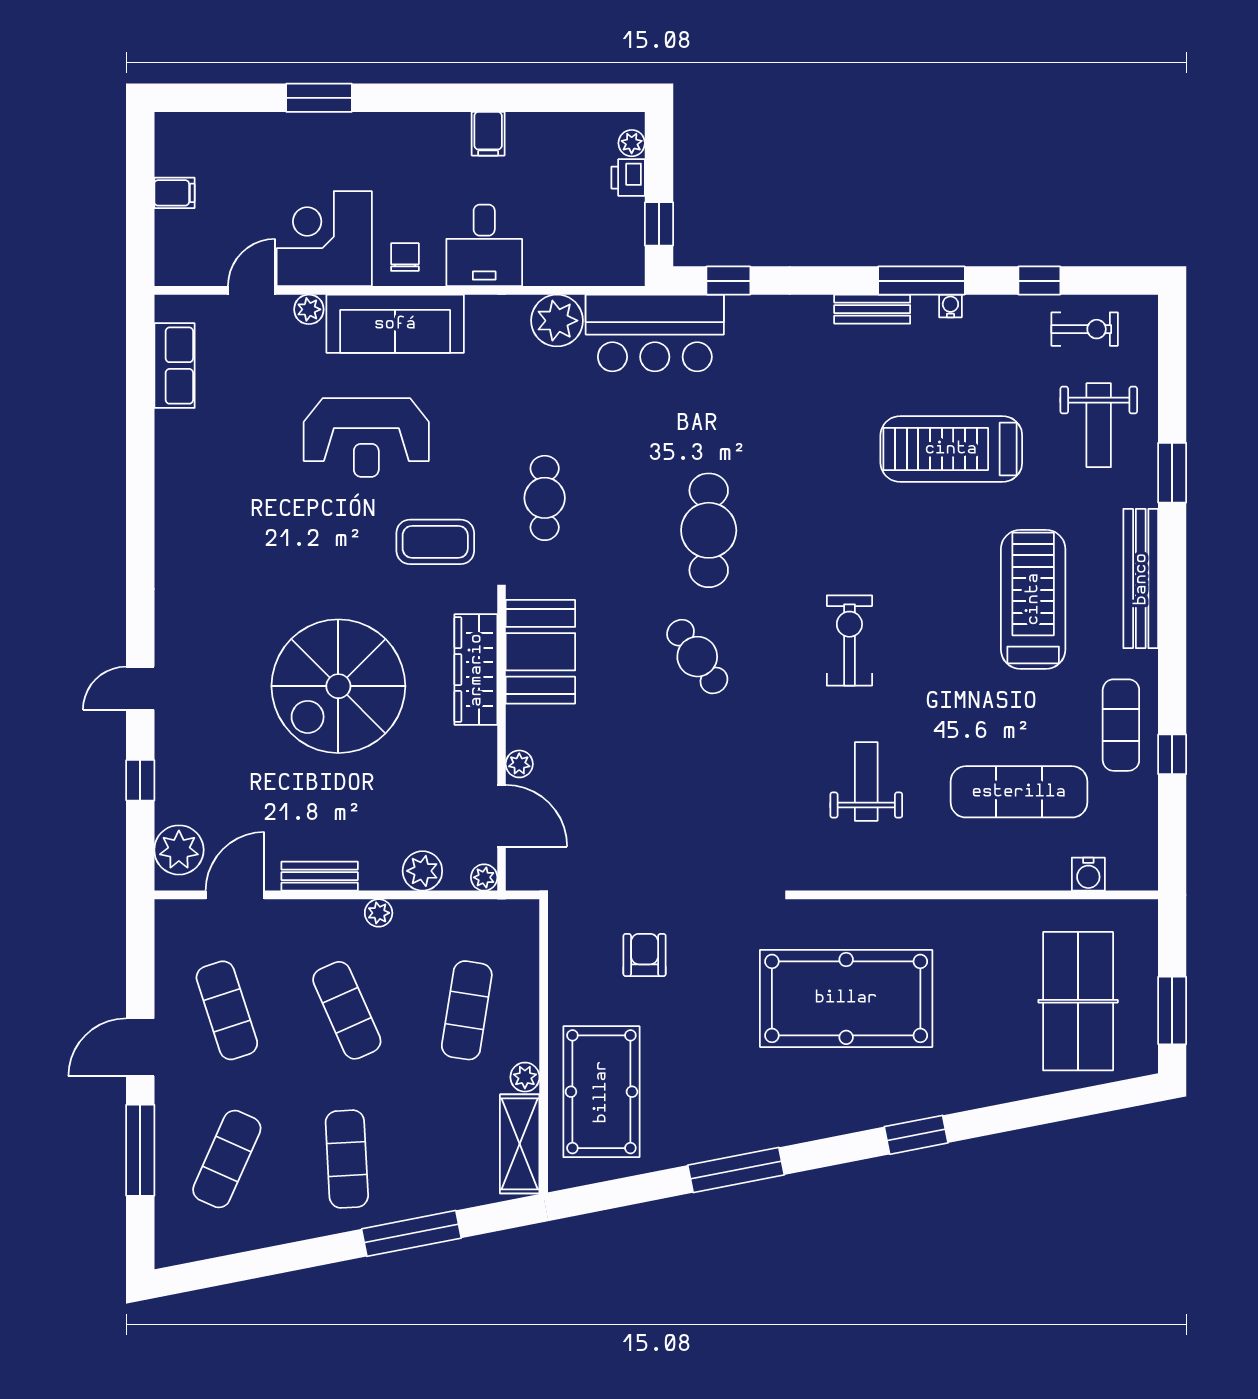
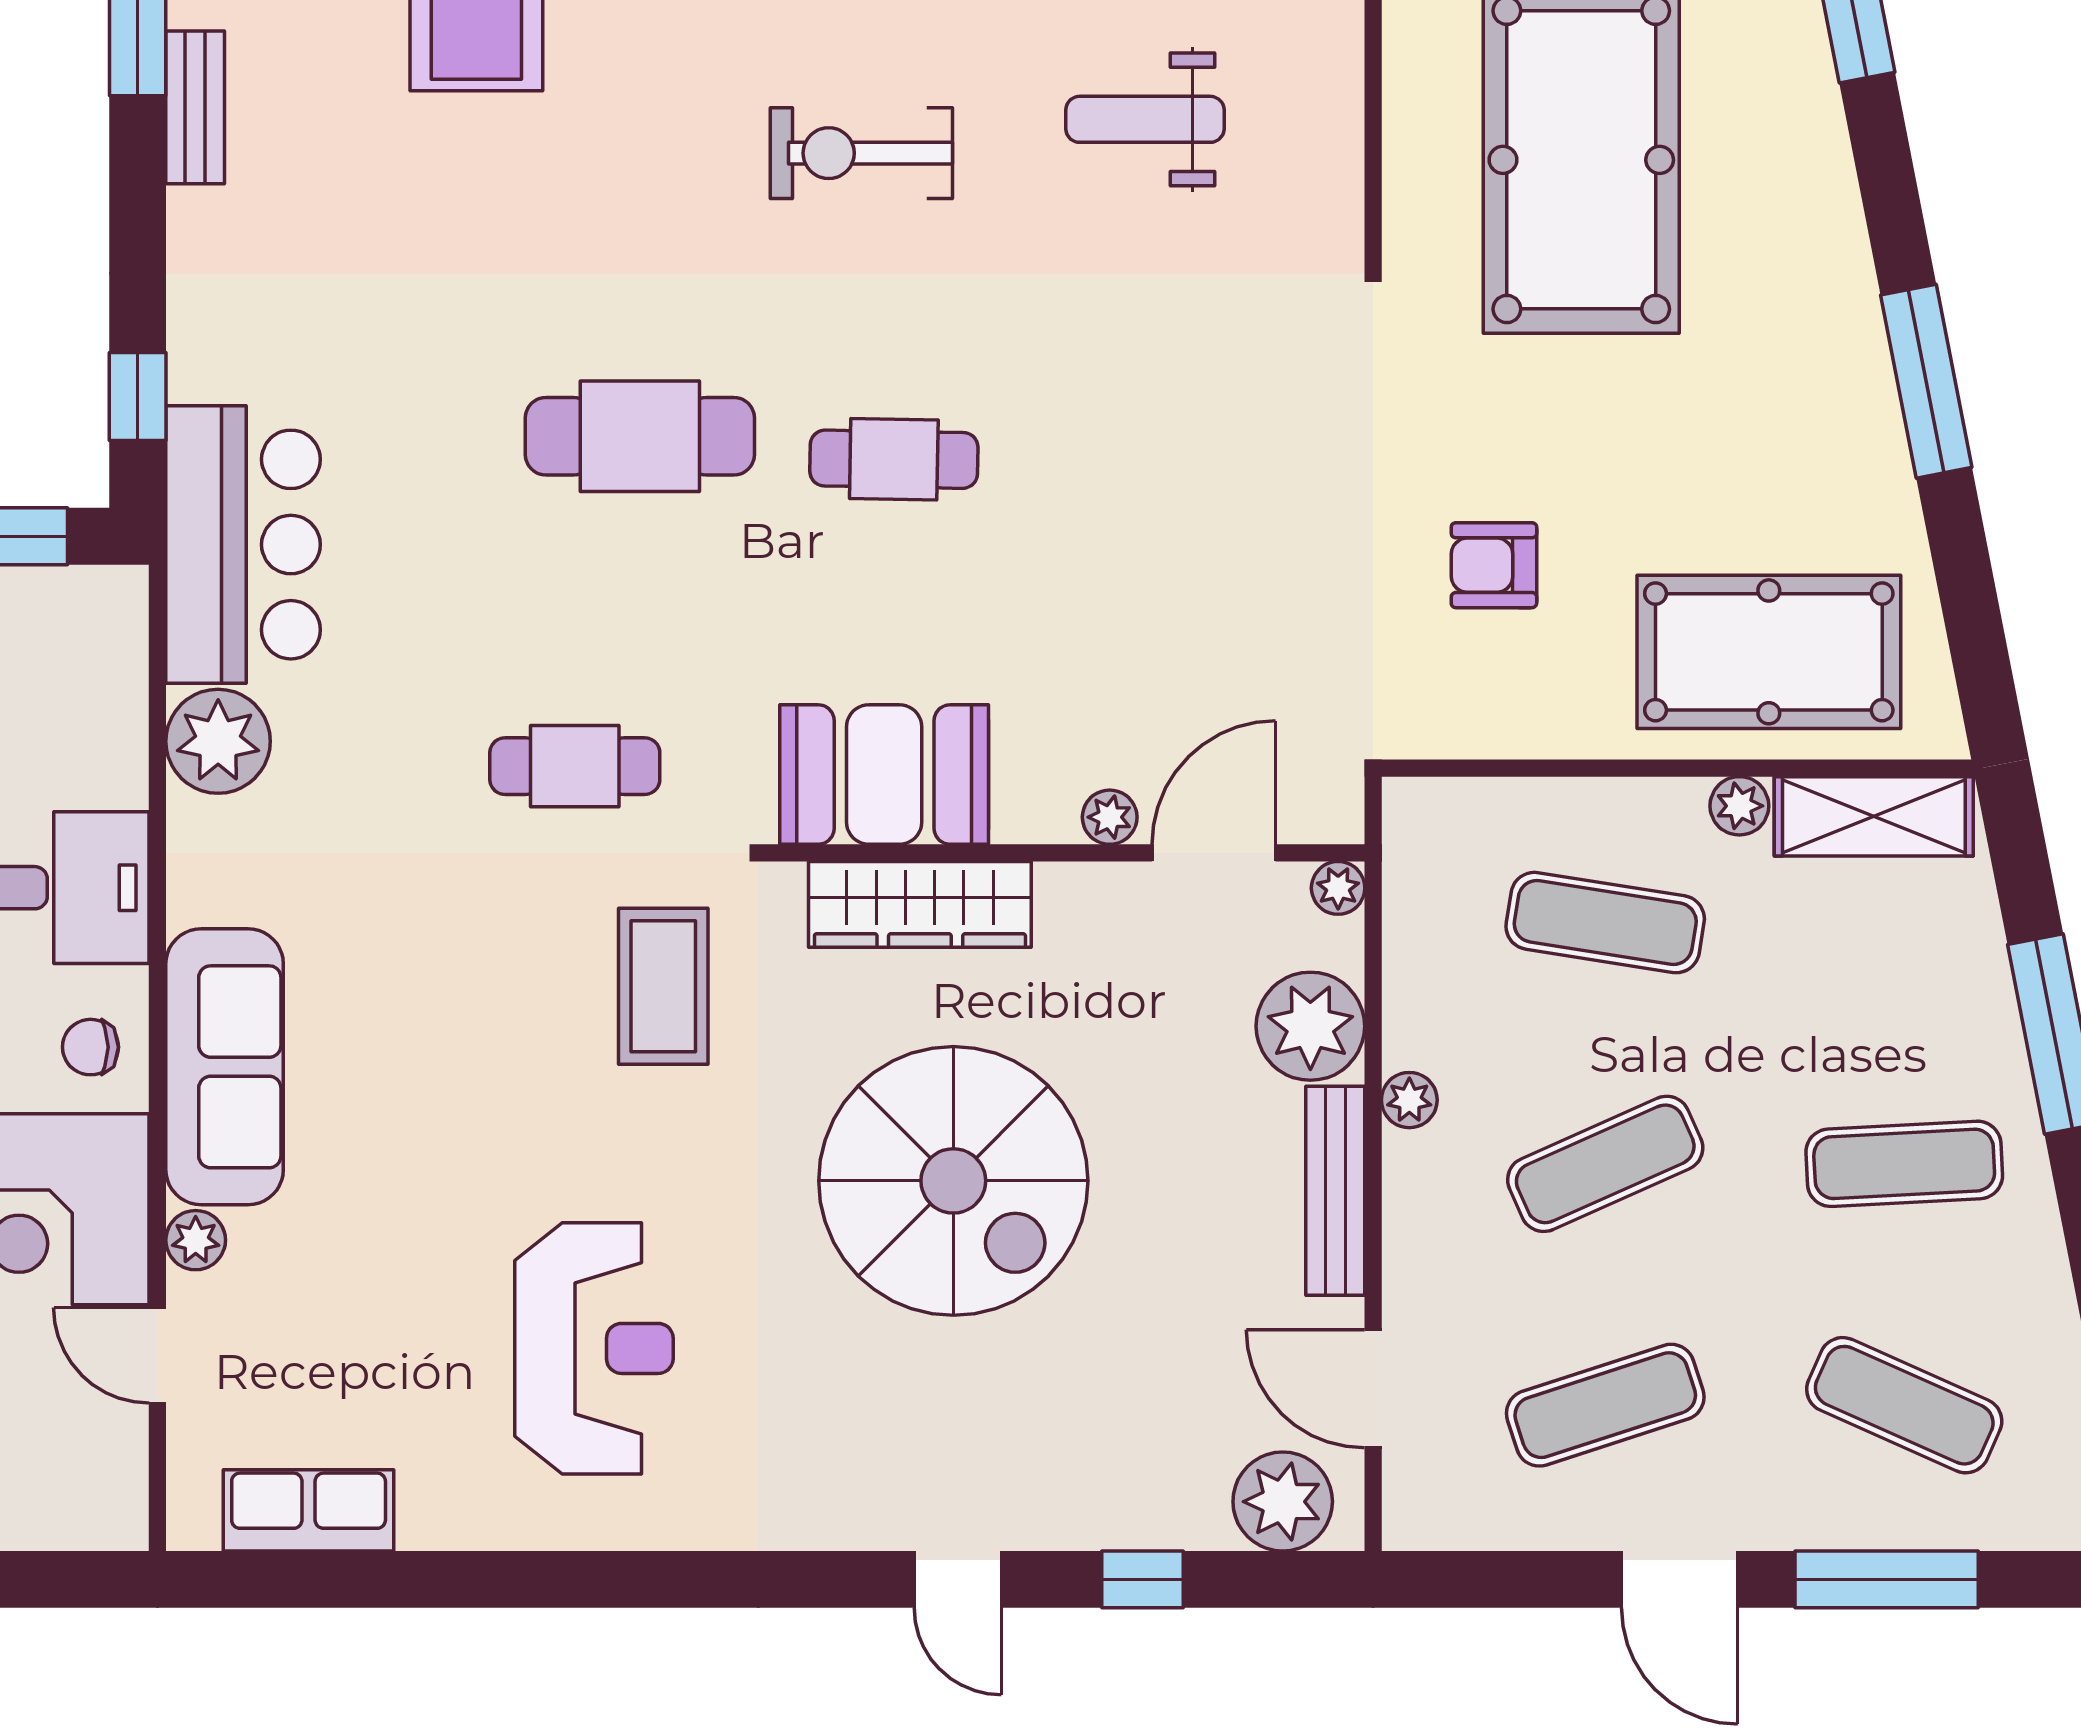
reception desk: (366, 438) -> (594, 1348), moved
cafe table: (697, 657) -> (894, 459), turned 36
plant: (422, 871) -> (1310, 1026), width x1.36, depth x1.36
bench: (320, 876) -> (1335, 1191), width x1.36

